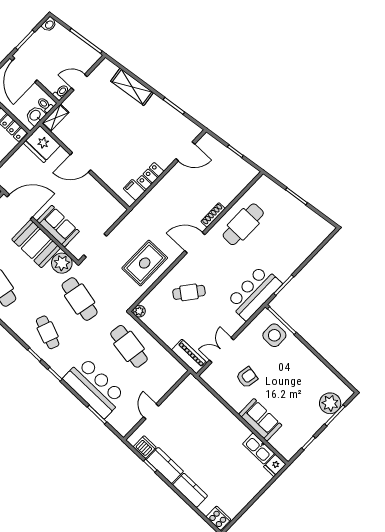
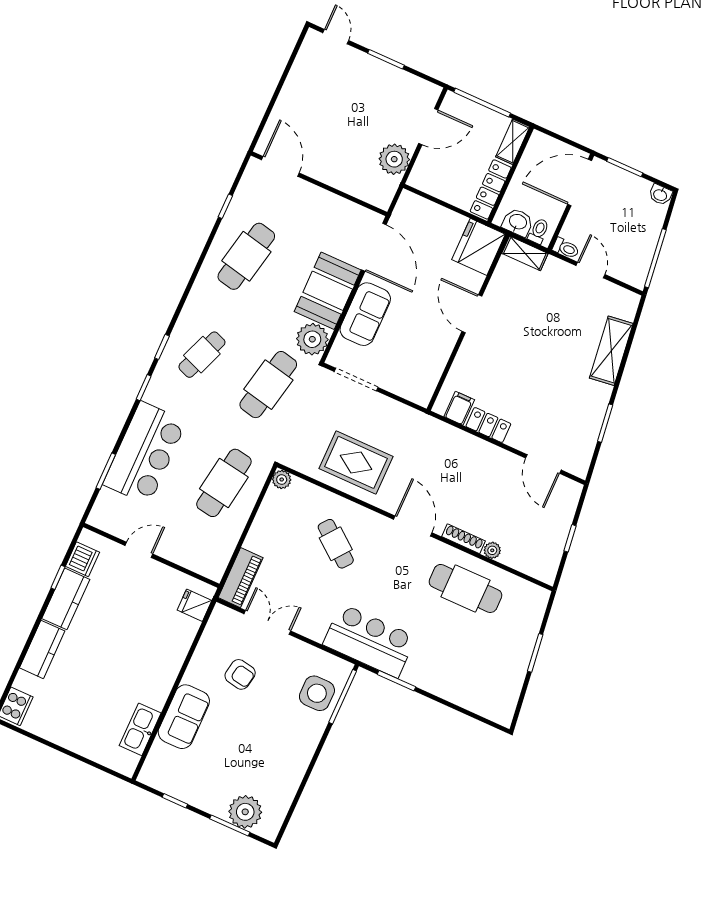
plant: (226, 200) -> (492, 550), added
fridge: (275, 465) -> (194, 605), moved

